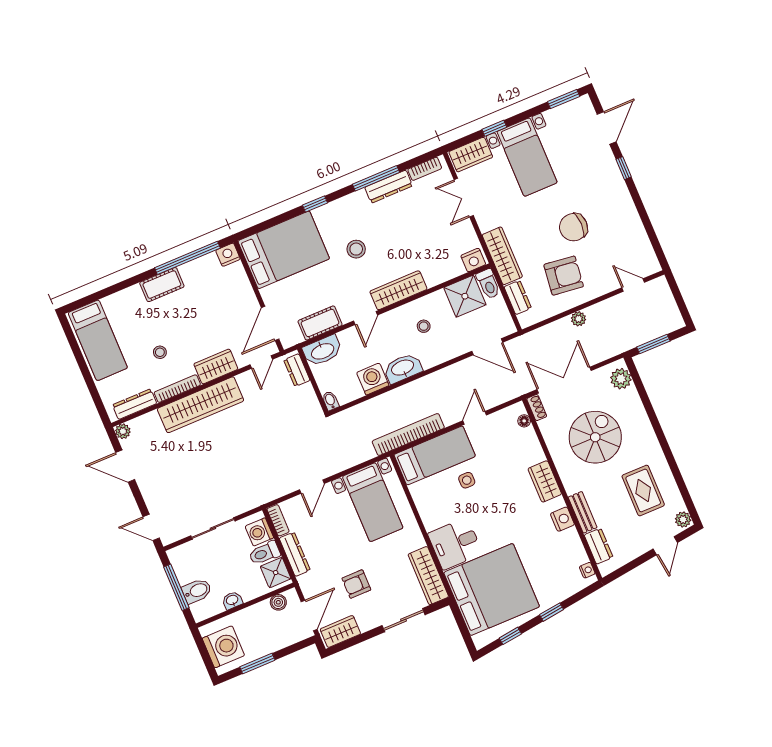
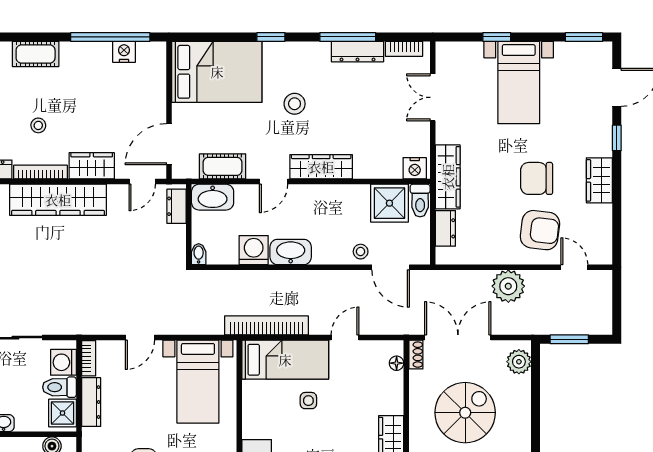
wardrobe: (471, 155) -> (599, 180), moved, turned 90
nightstand: (228, 255) -> (124, 52), moved
armchair: (564, 276) -> (540, 230), moved
cot: (162, 285) -> (36, 54), moved
plant: (578, 319) -> (508, 286), width x1.88, depth x1.88
stool: (424, 326) -> (361, 252), moved

